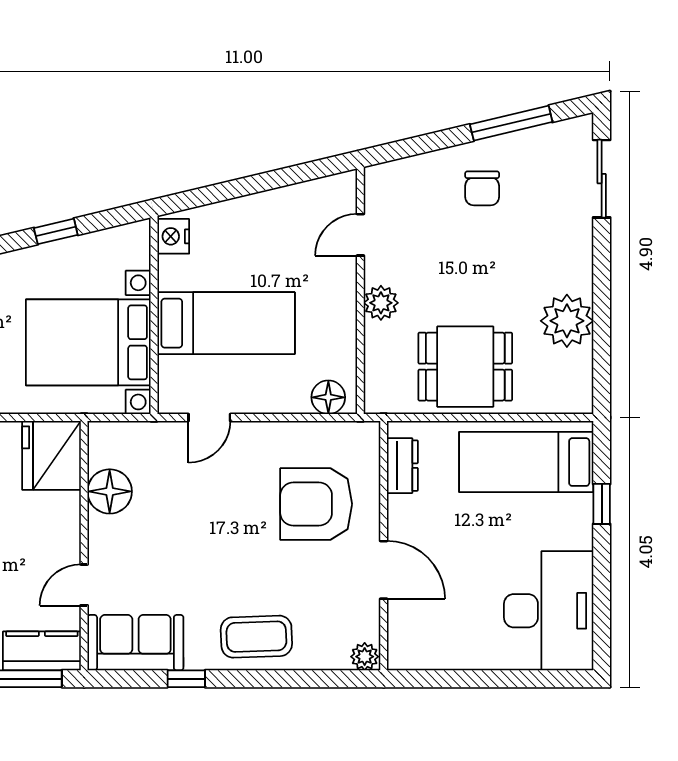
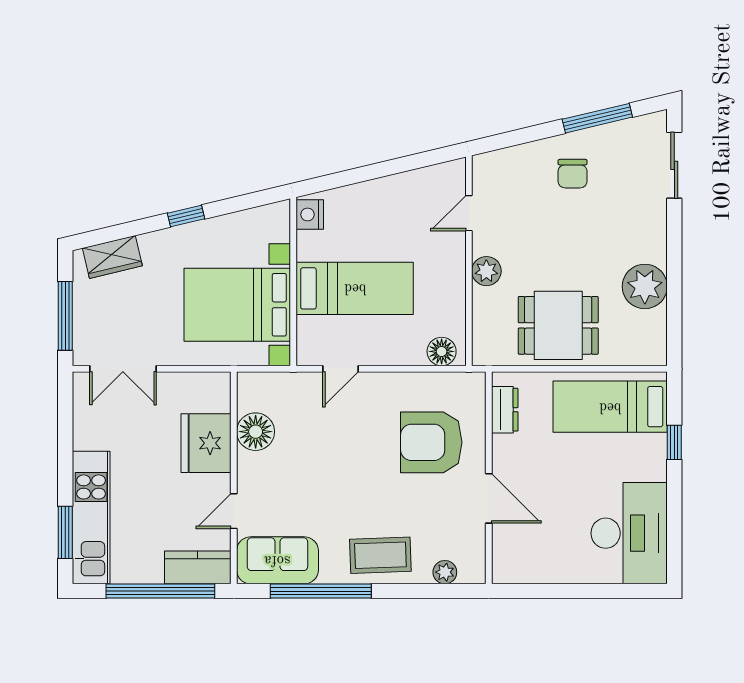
window: (56, 231) -> (186, 216), moved
fridge: (52, 455) -> (206, 443), moved
plant: (365, 657) -> (445, 572), moved
window: (186, 679) -> (321, 591), width x3.17

